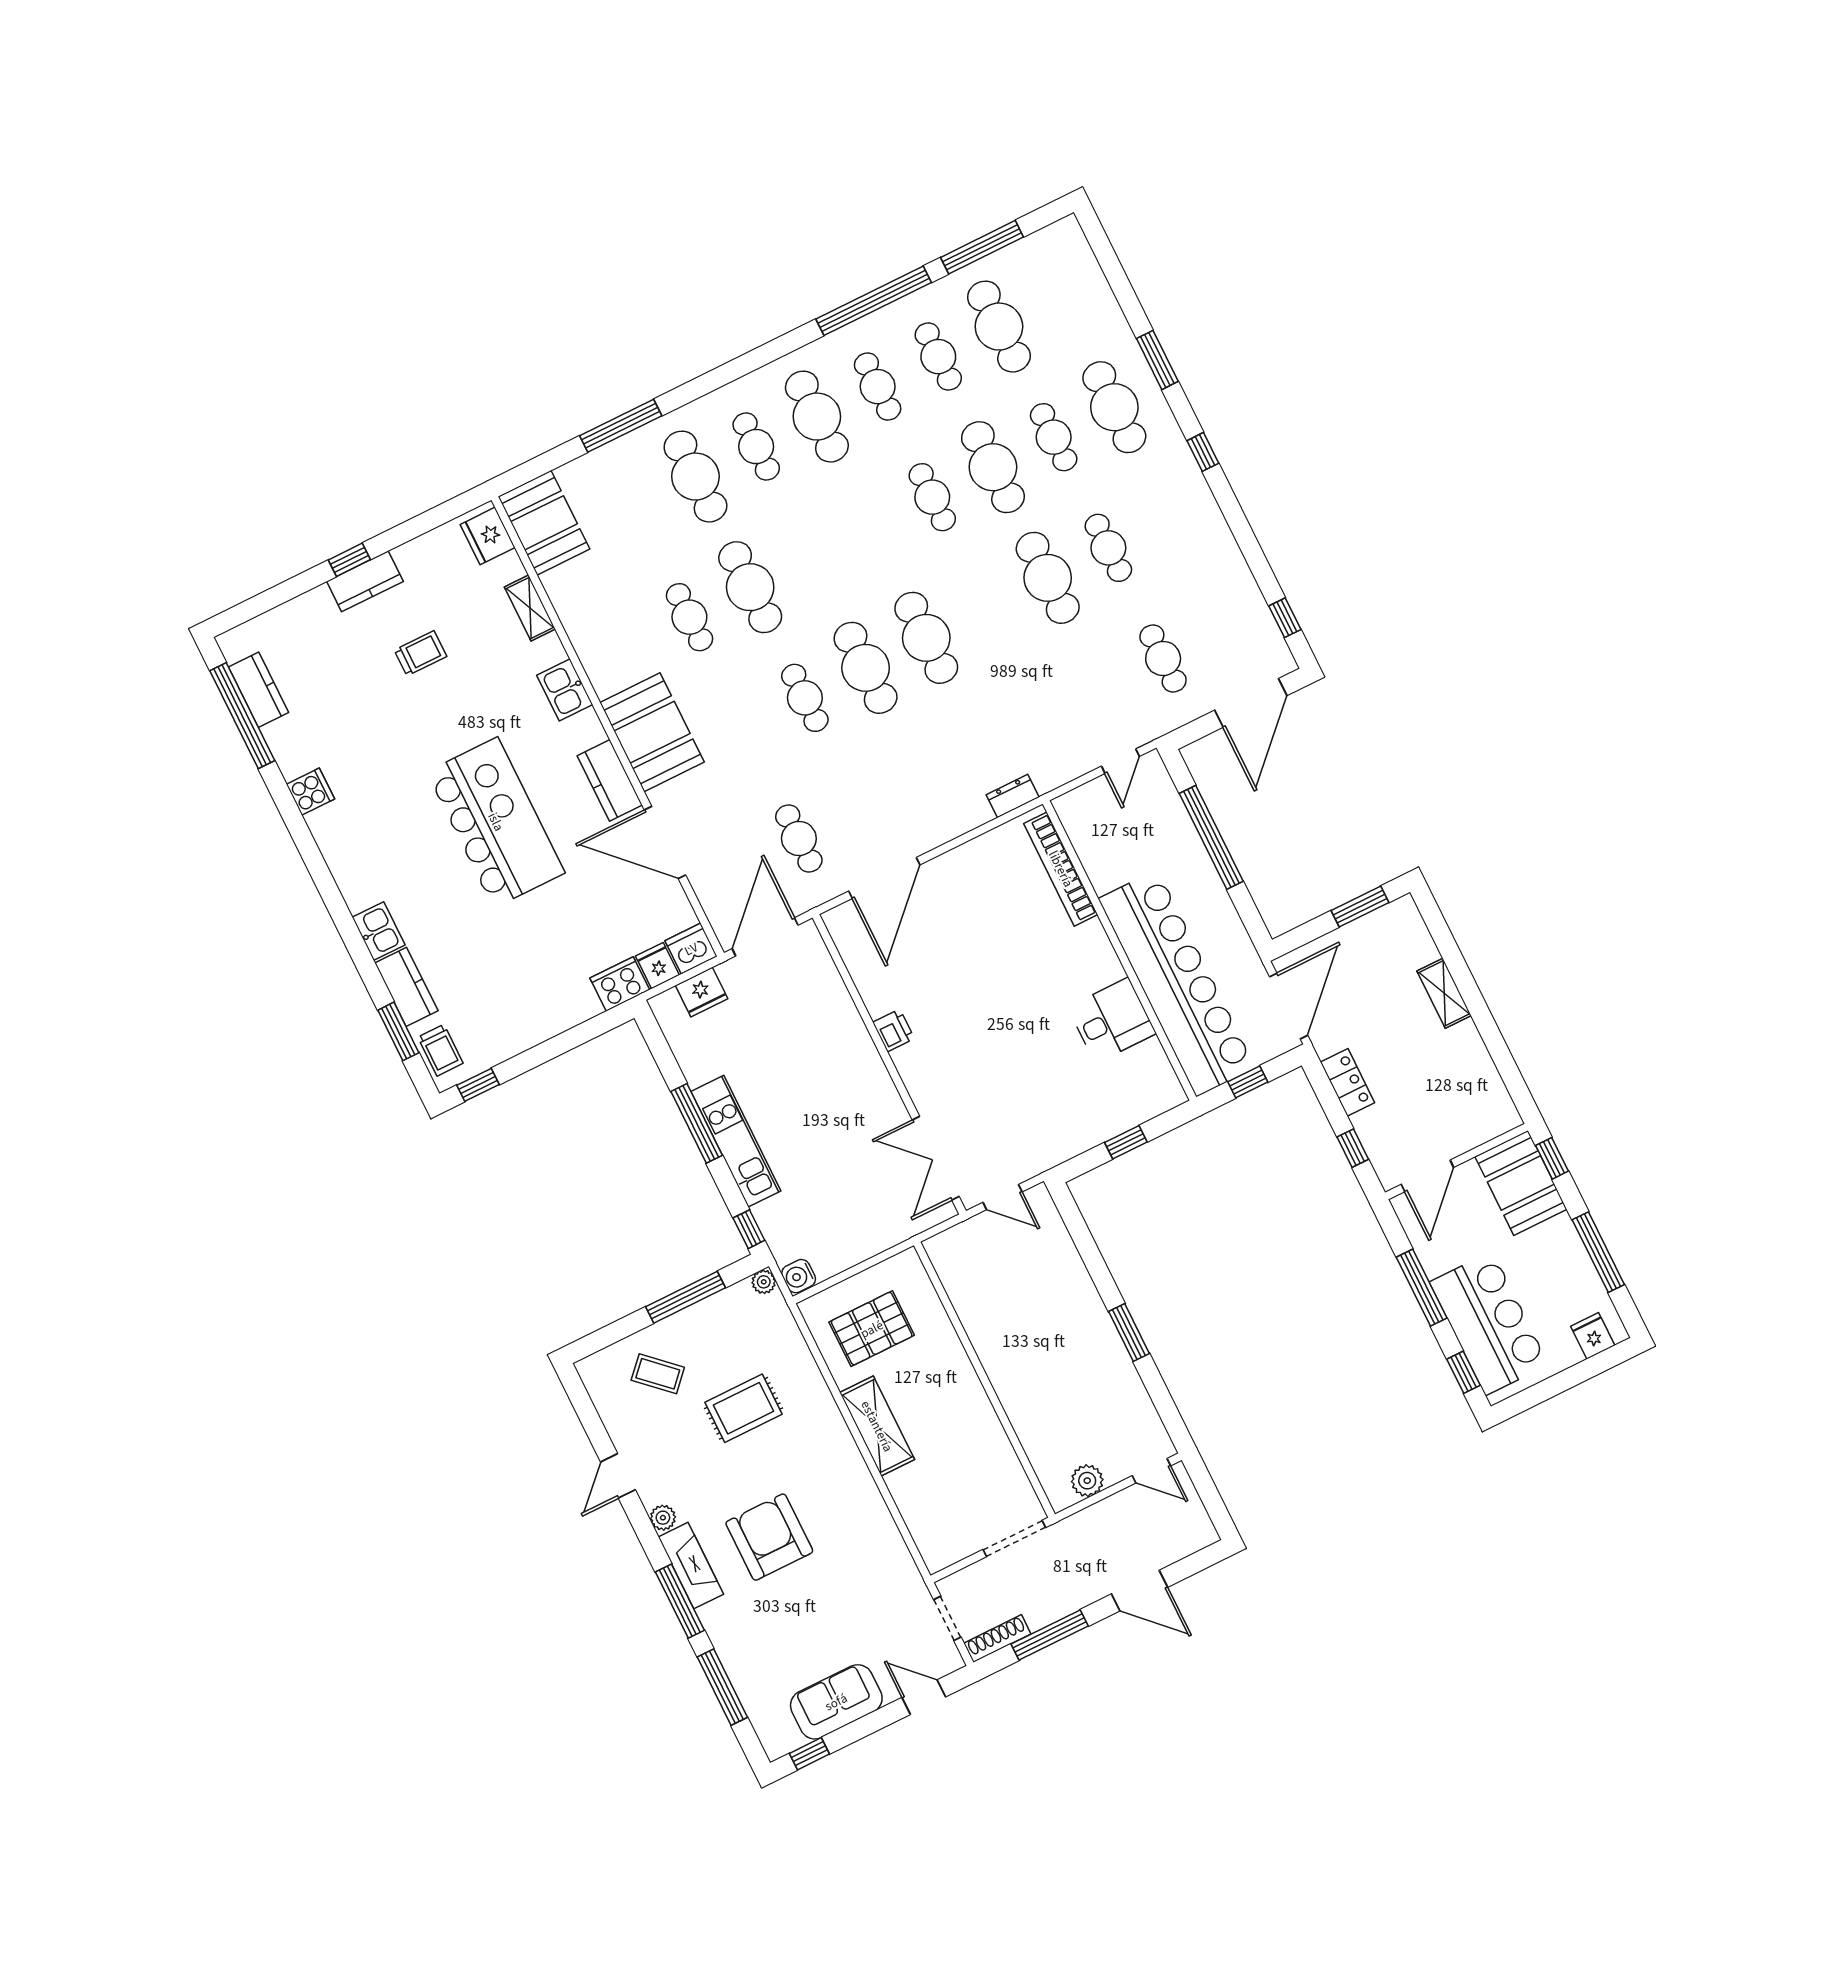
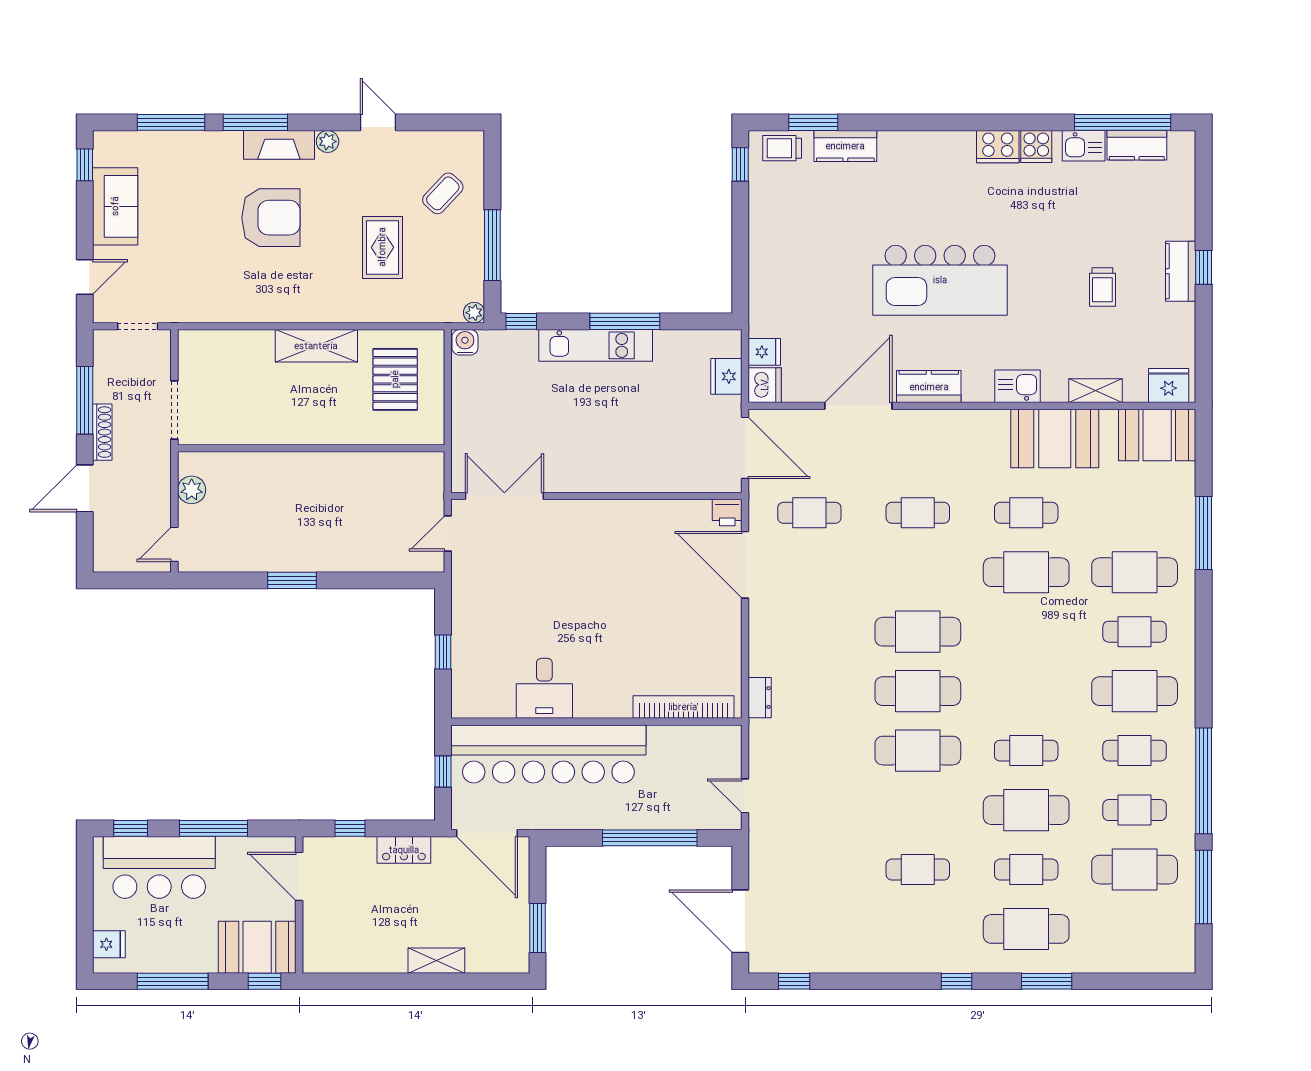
cafe table: (1048, 578) -> (918, 751), moved
cafe table: (1163, 658) -> (809, 870), removed
cafe table: (805, 698) -> (918, 513), moved
booth: (652, 732) -> (1055, 438), moved
kitchen sink: (379, 931) -> (1084, 146), moved
cooker: (620, 984) -> (998, 147), moved, turned 90
printer: (894, 1030) -> (727, 513), moved
shoe rack: (997, 1639) -> (102, 432), moved

